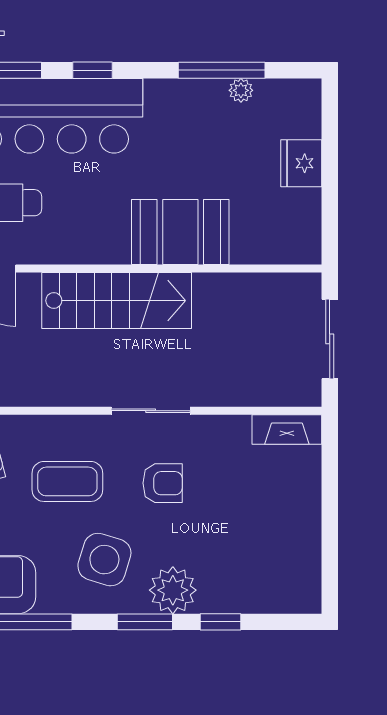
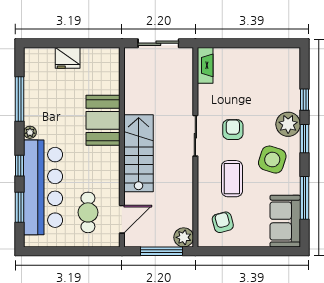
plant: (241, 90) -> (30, 132), moved

